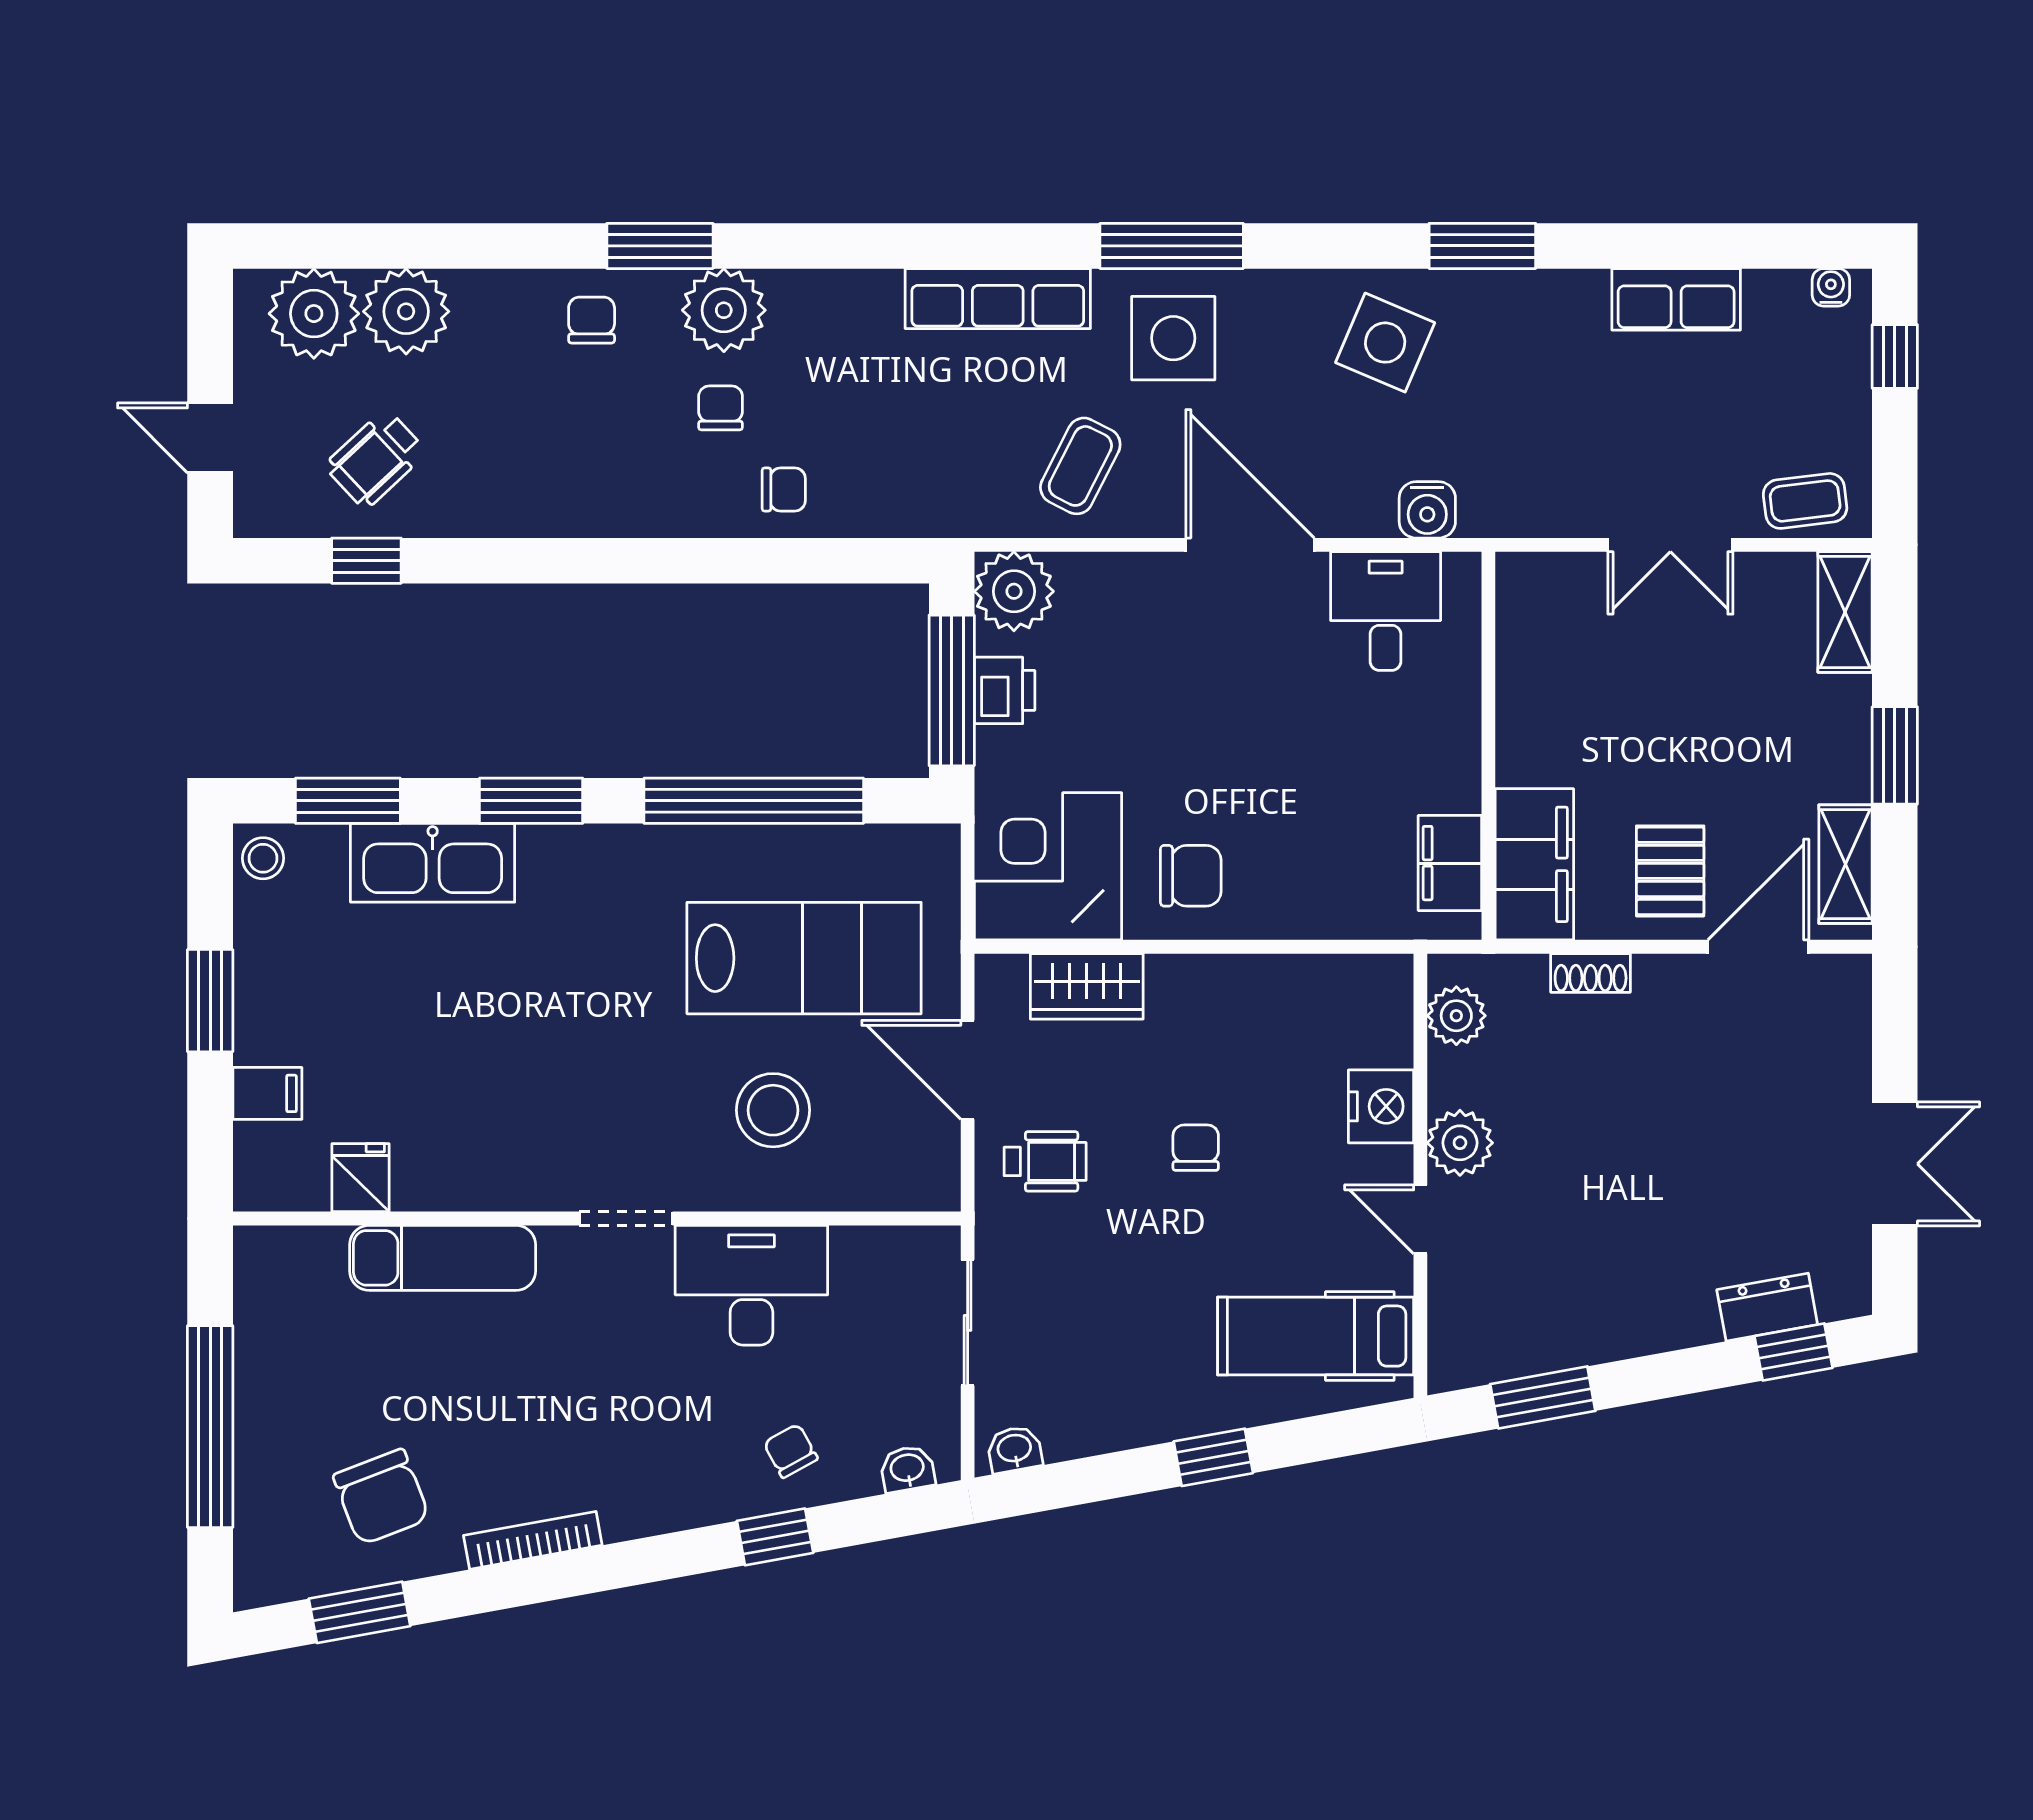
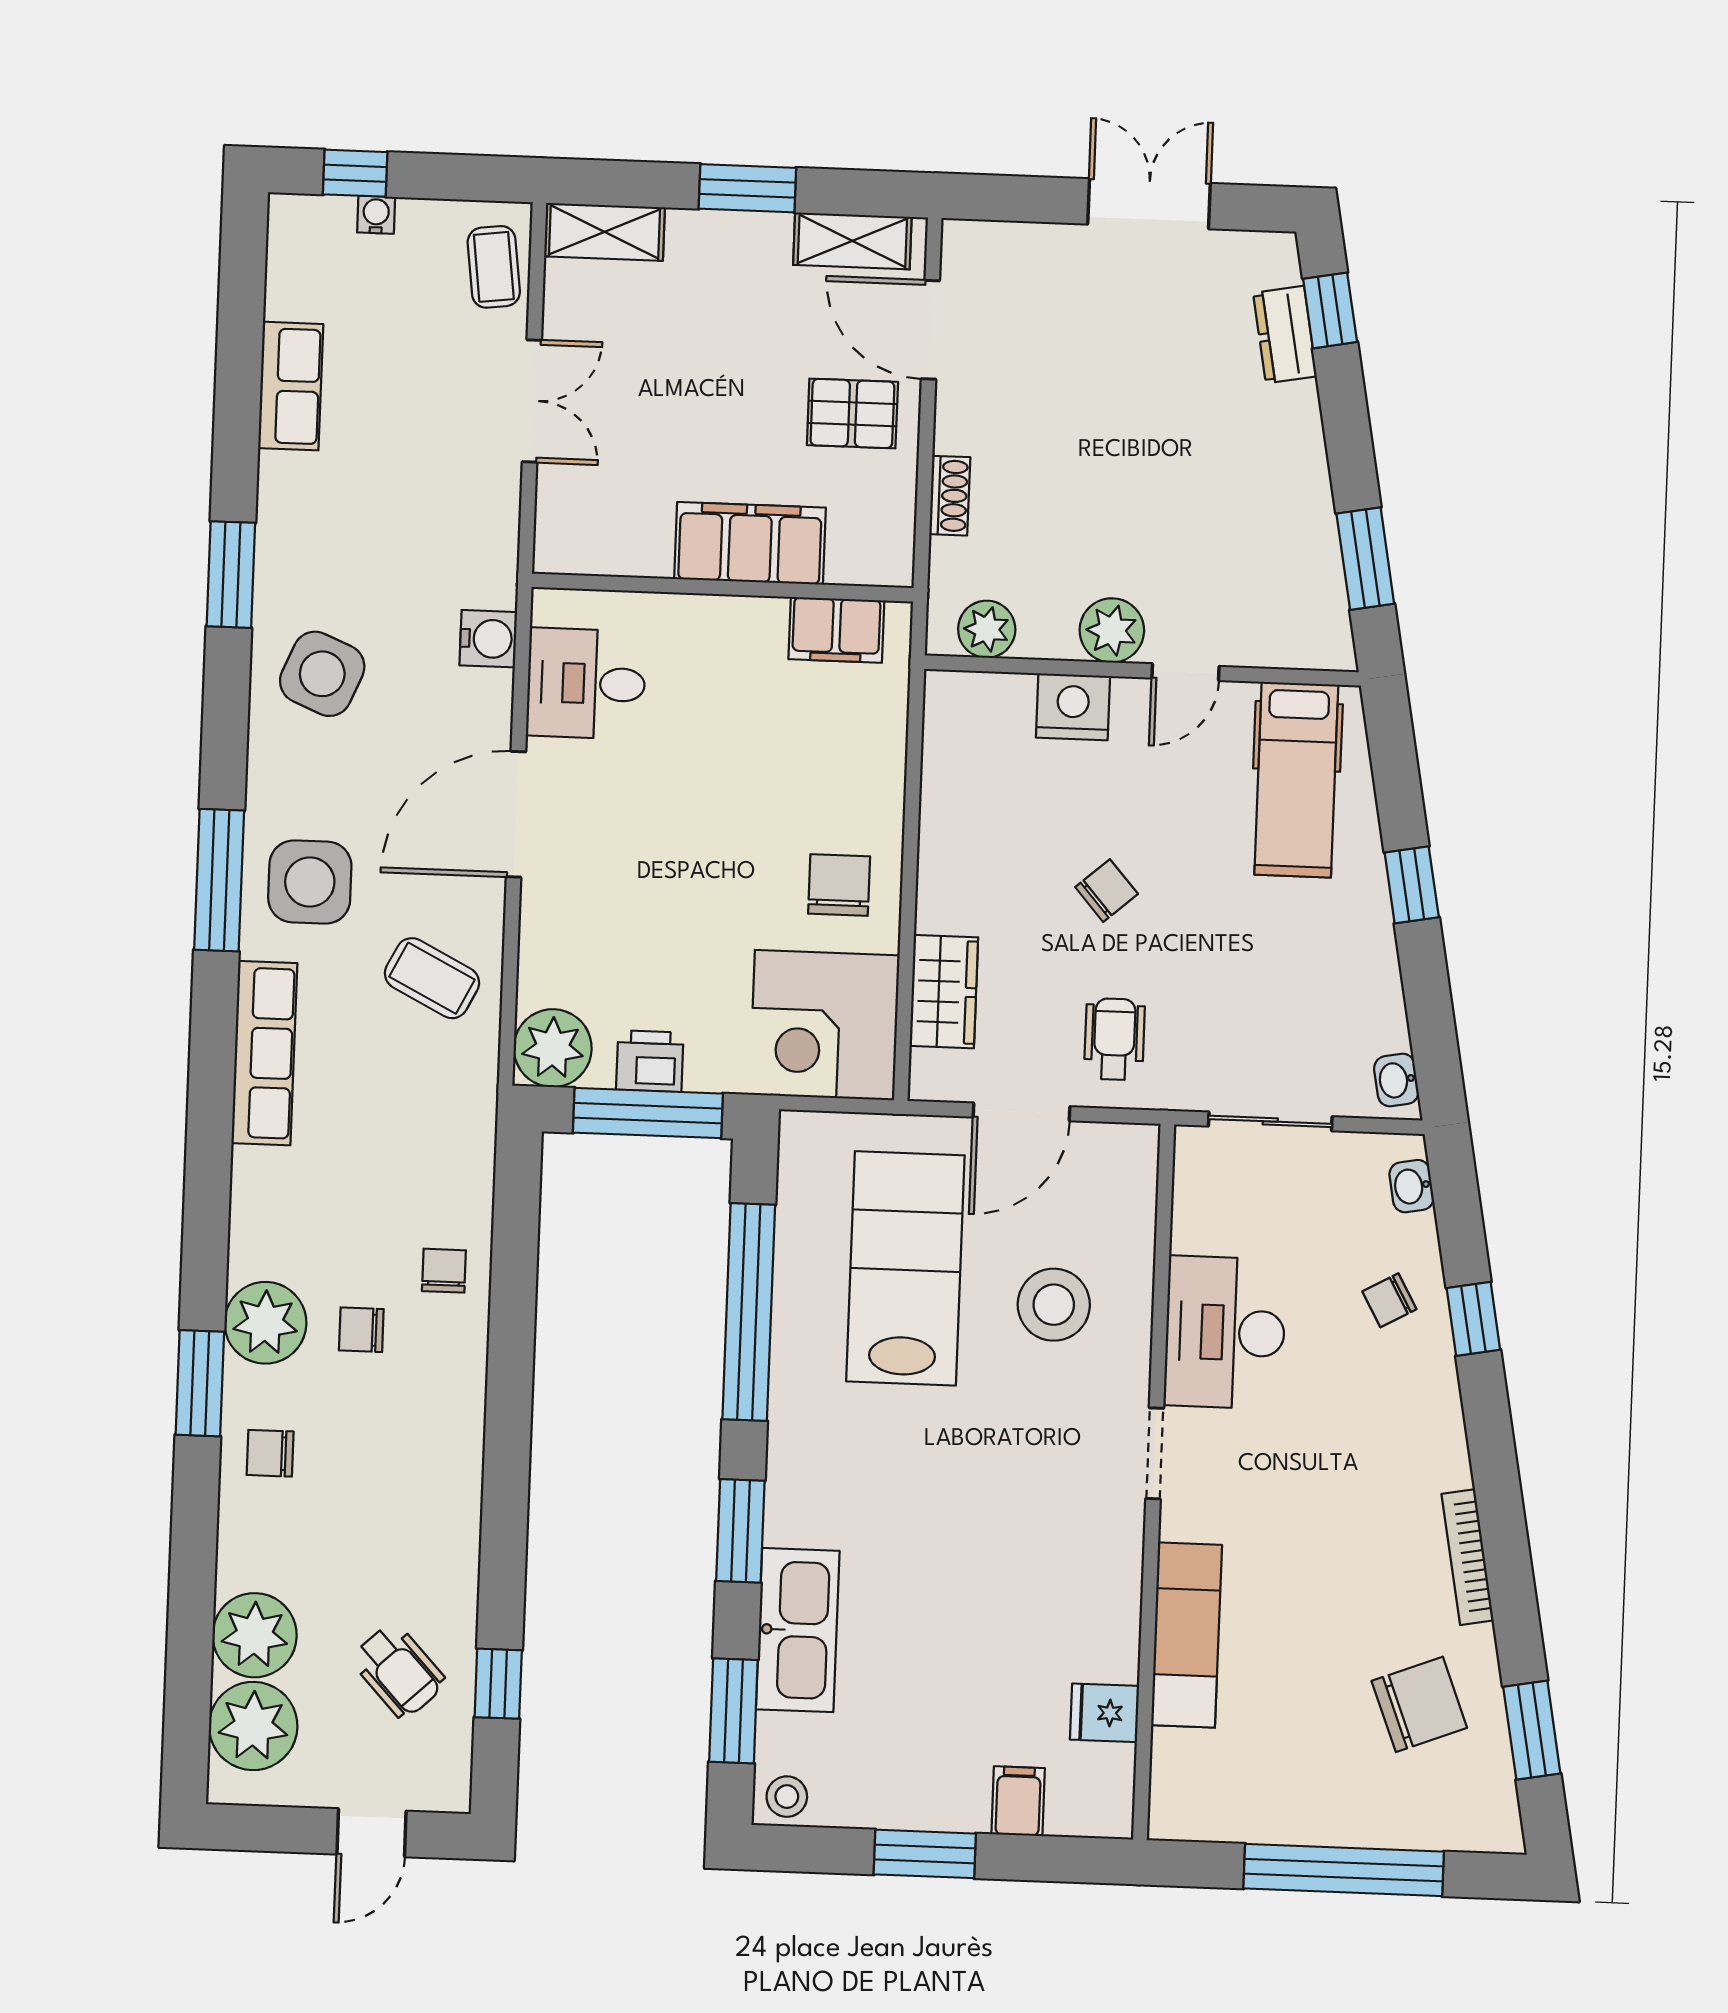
water cooler: (1831, 287) -> (376, 215), moved, turned 90
filing cabinet: (1534, 864) -> (750, 543), moved
chair: (1196, 1148) -> (1107, 891), turned 139

